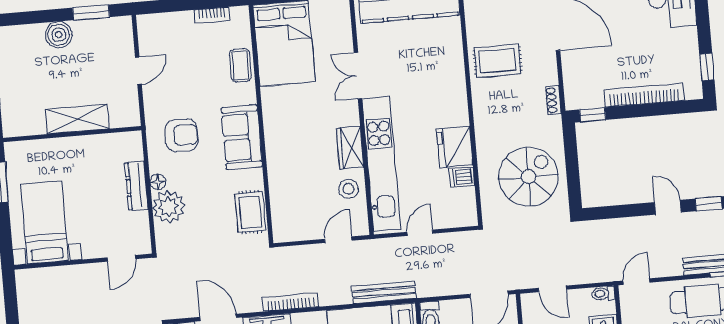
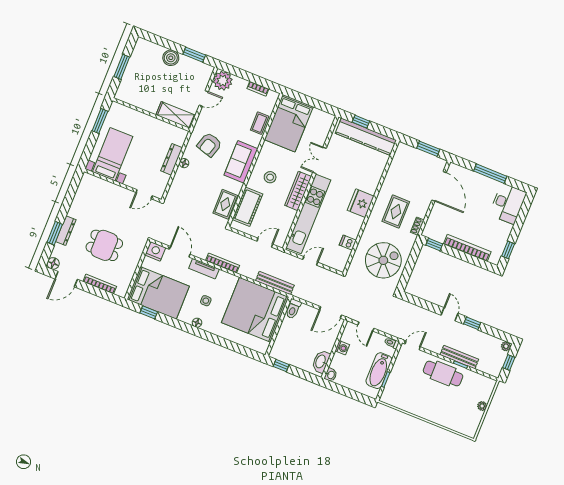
rug: (498, 61) -> (396, 212), moved, turned 90
shelving: (77, 119) -> (176, 115), moved
armchair: (182, 135) -> (209, 145), turned 107
fridge: (455, 147) -> (361, 203), moved
wardrobe: (350, 148) -> (298, 191), width x1.50
stool: (348, 189) -> (270, 177), moved
cot: (285, 199) -> (247, 207), added
plant: (169, 207) -> (223, 81), moved

